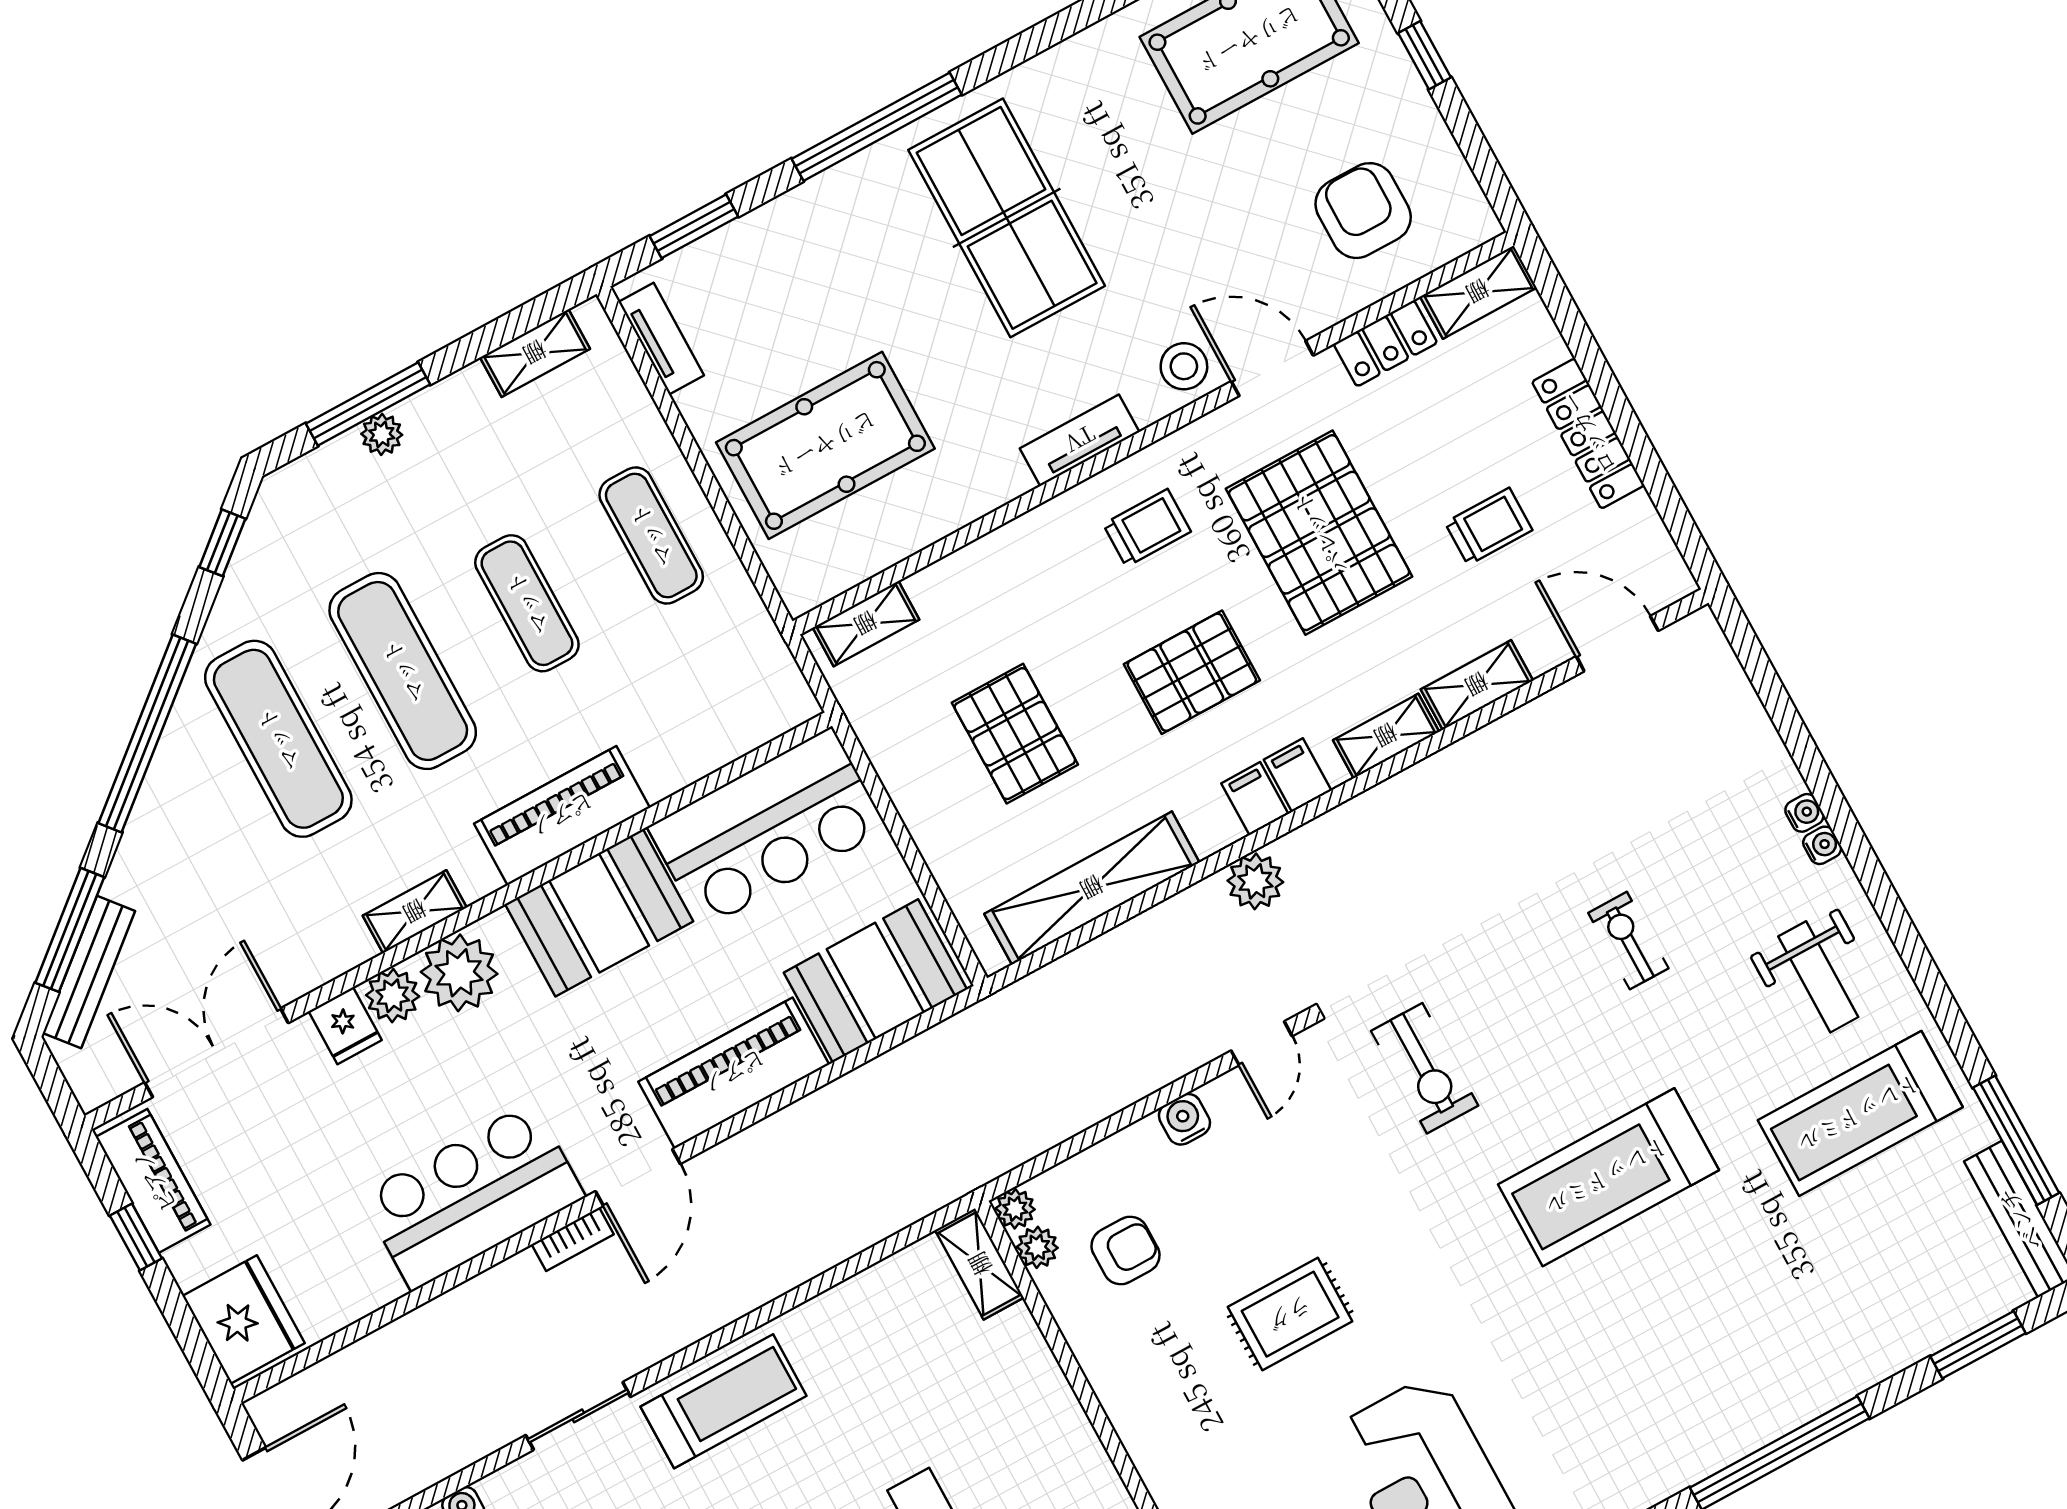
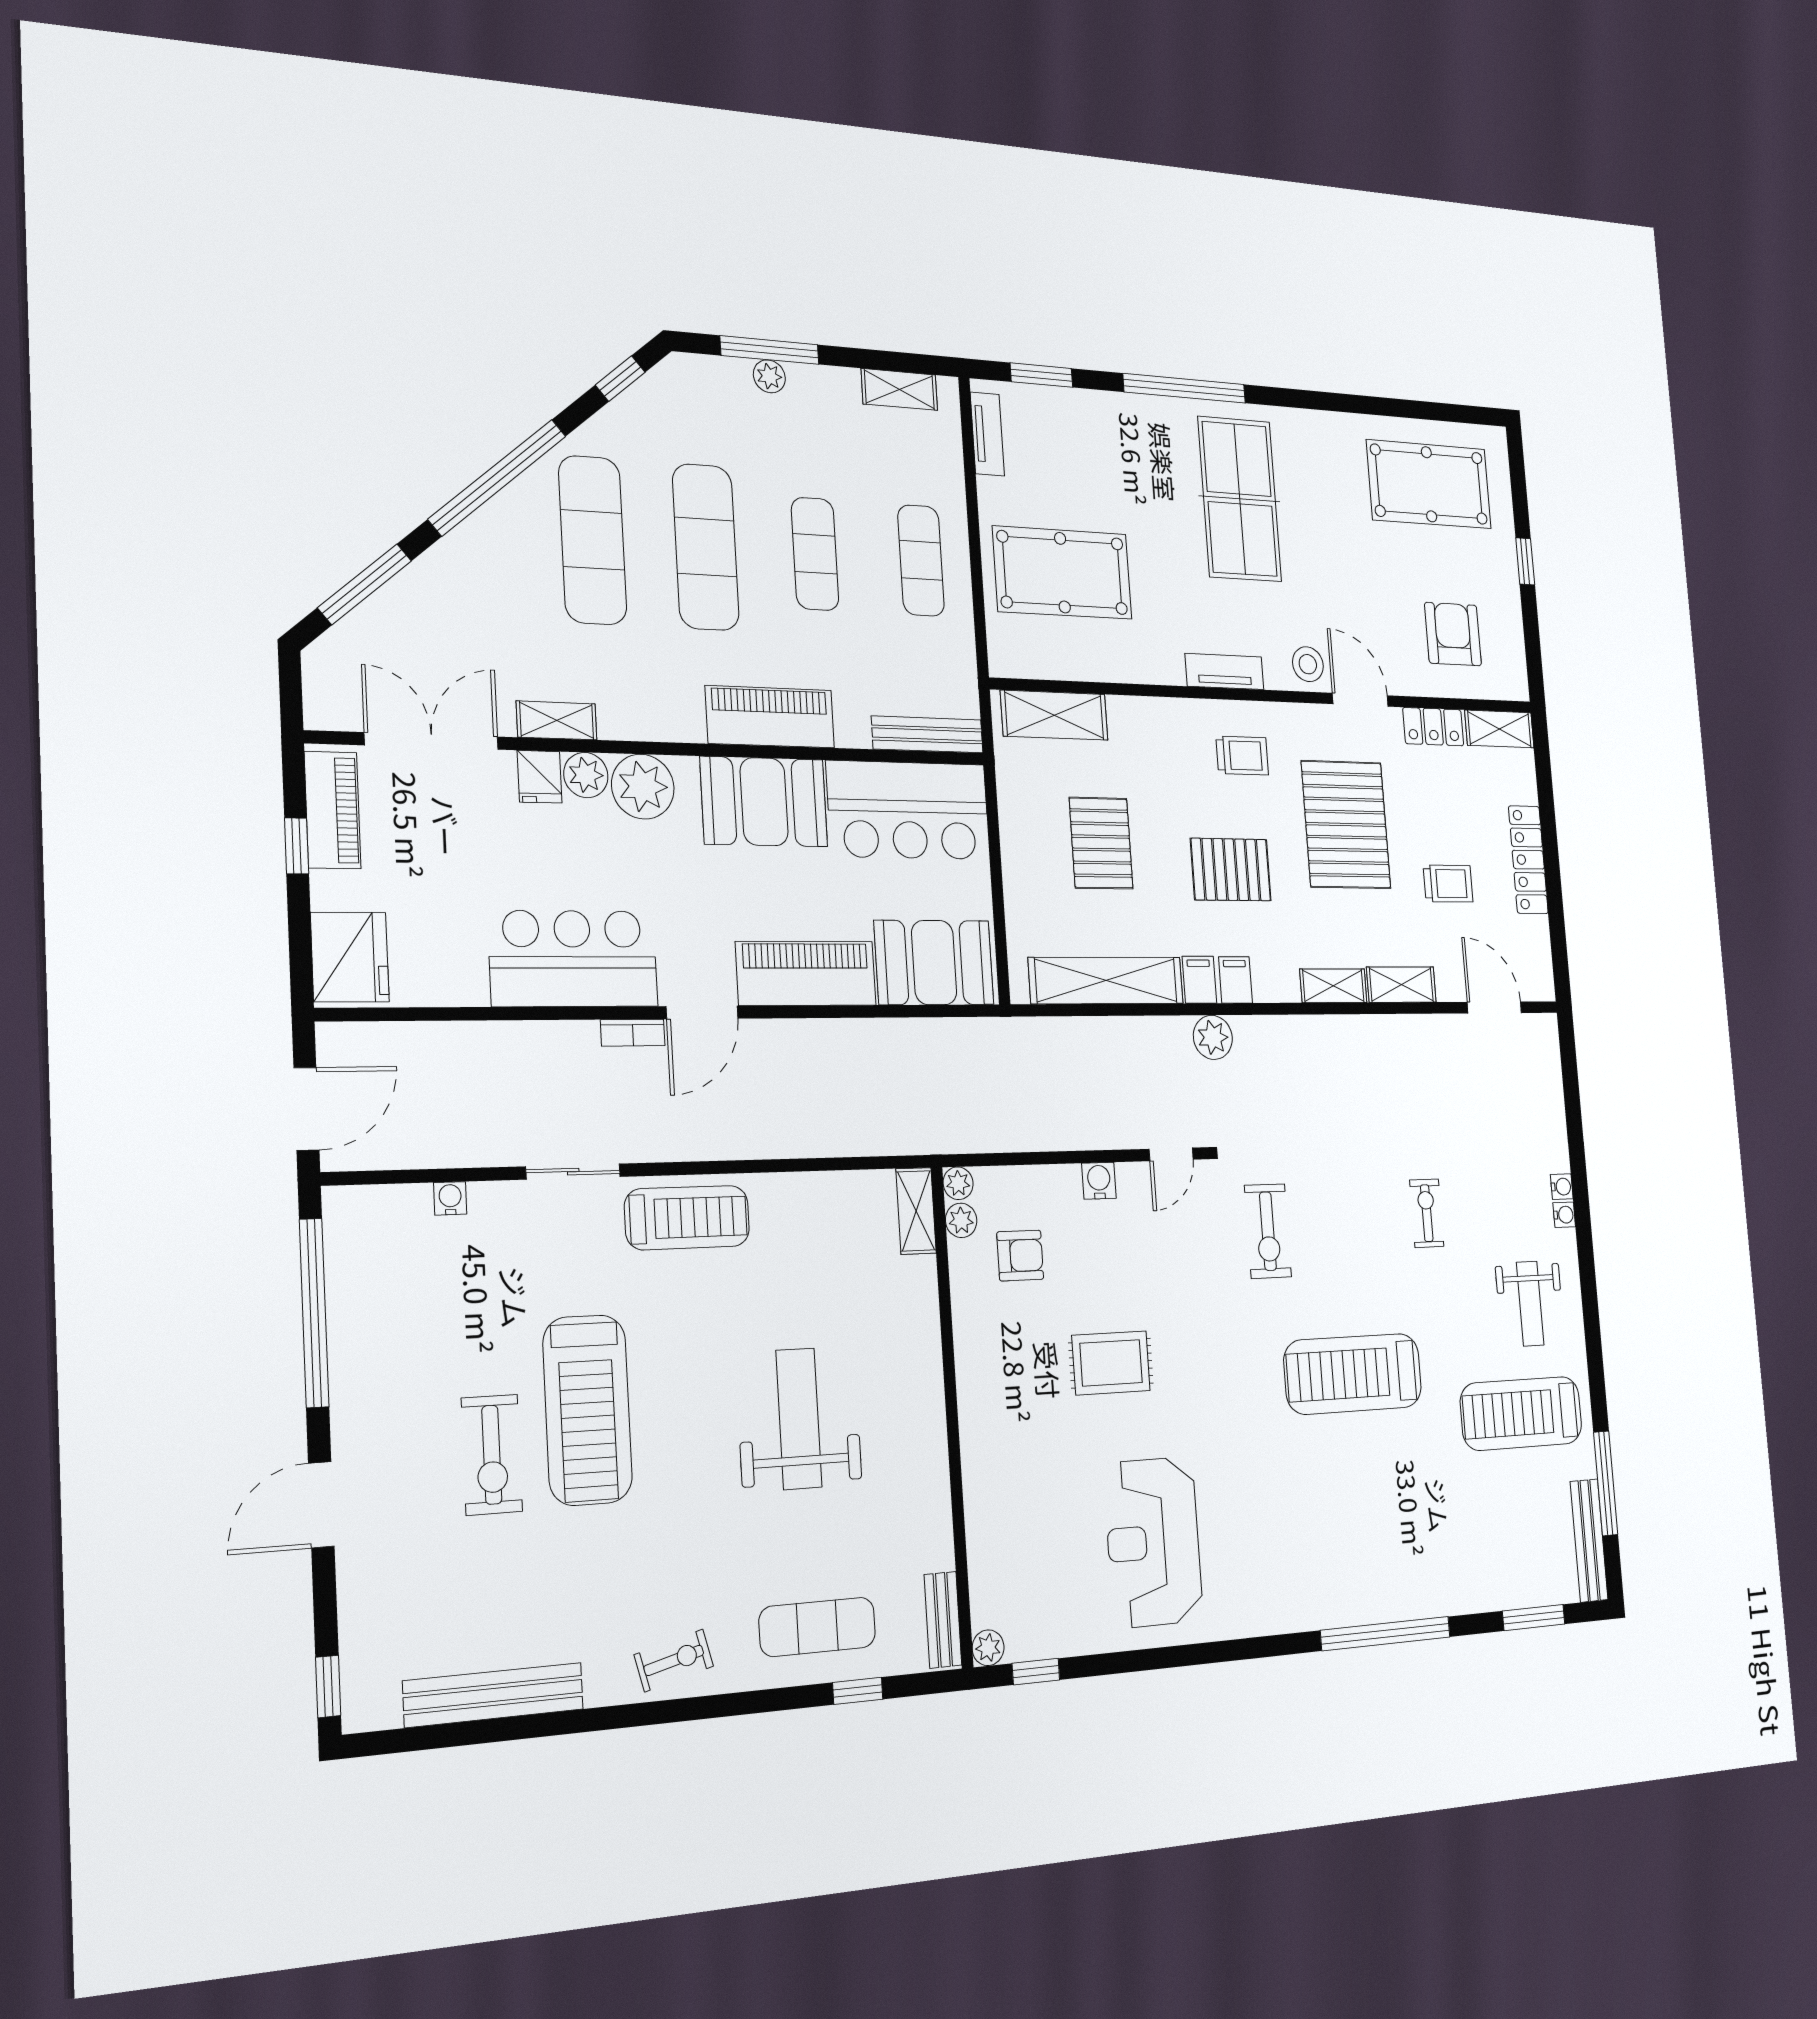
shelving: (866, 624) -> (1054, 715), width x1.50, depth x1.33
filing cabinet: (1298, 775) -> (1199, 980), moved
shelving: (415, 912) -> (557, 720), moved
bench: (89, 972) -> (927, 734), moved, turned 40

